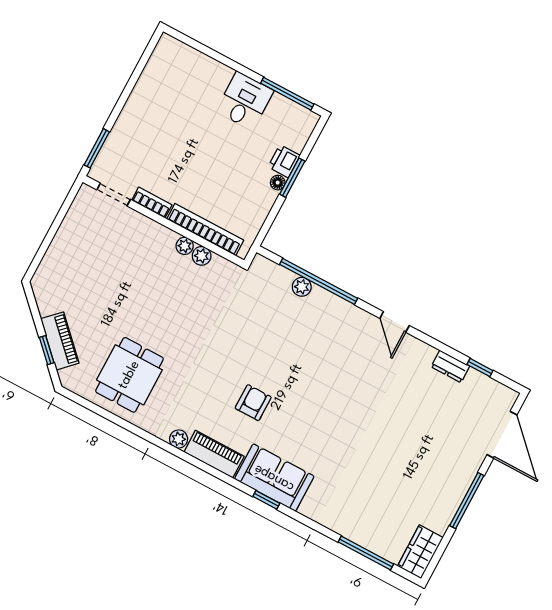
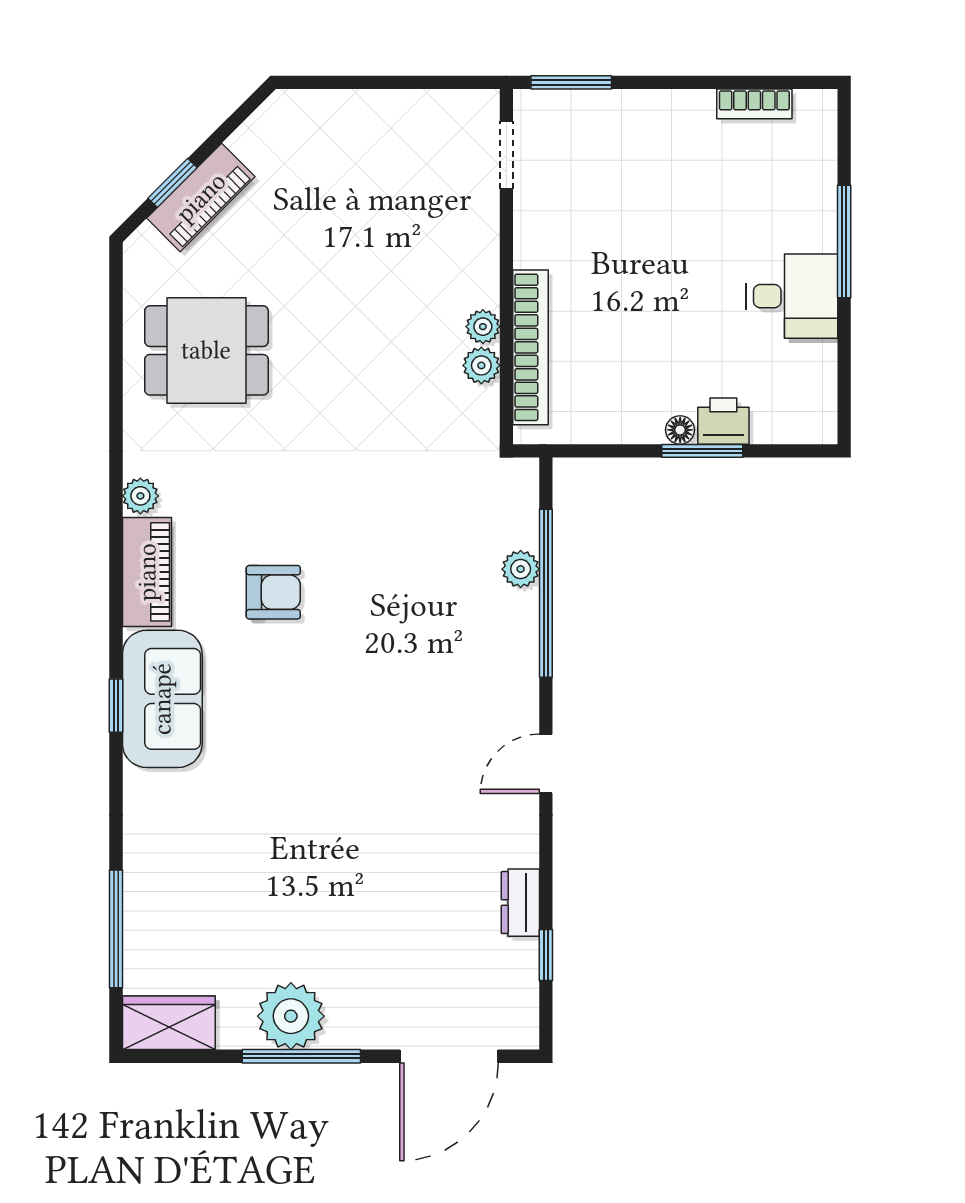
window: (287, 94) -> (844, 241), moved
bookcase: (152, 203) -> (754, 104), moved, turned 90
plant: (446, 496) -> (291, 1016), added

